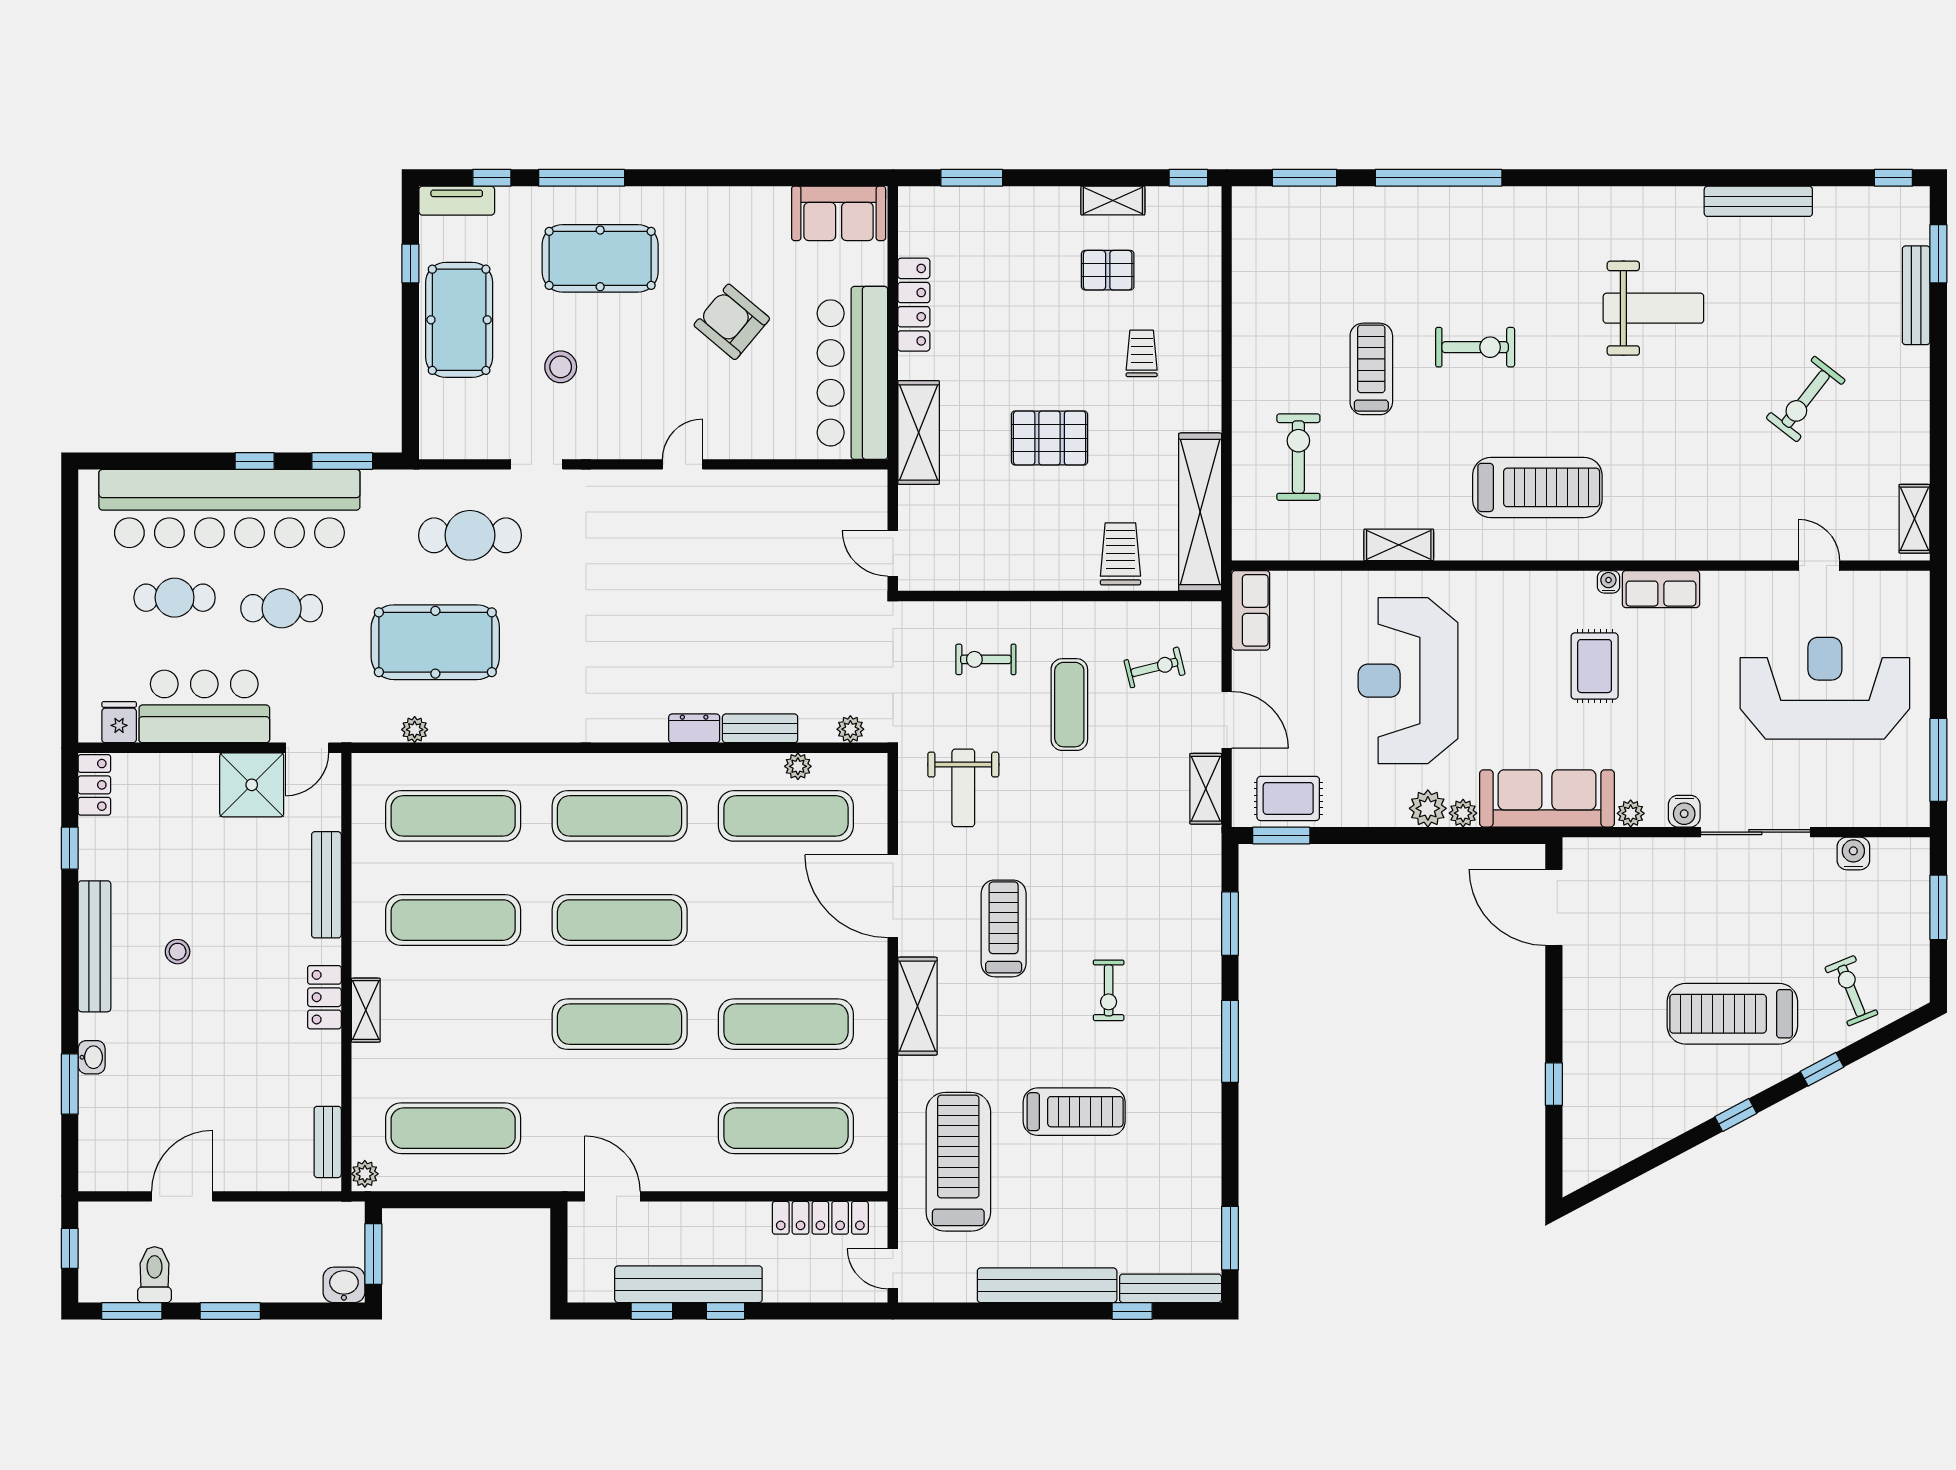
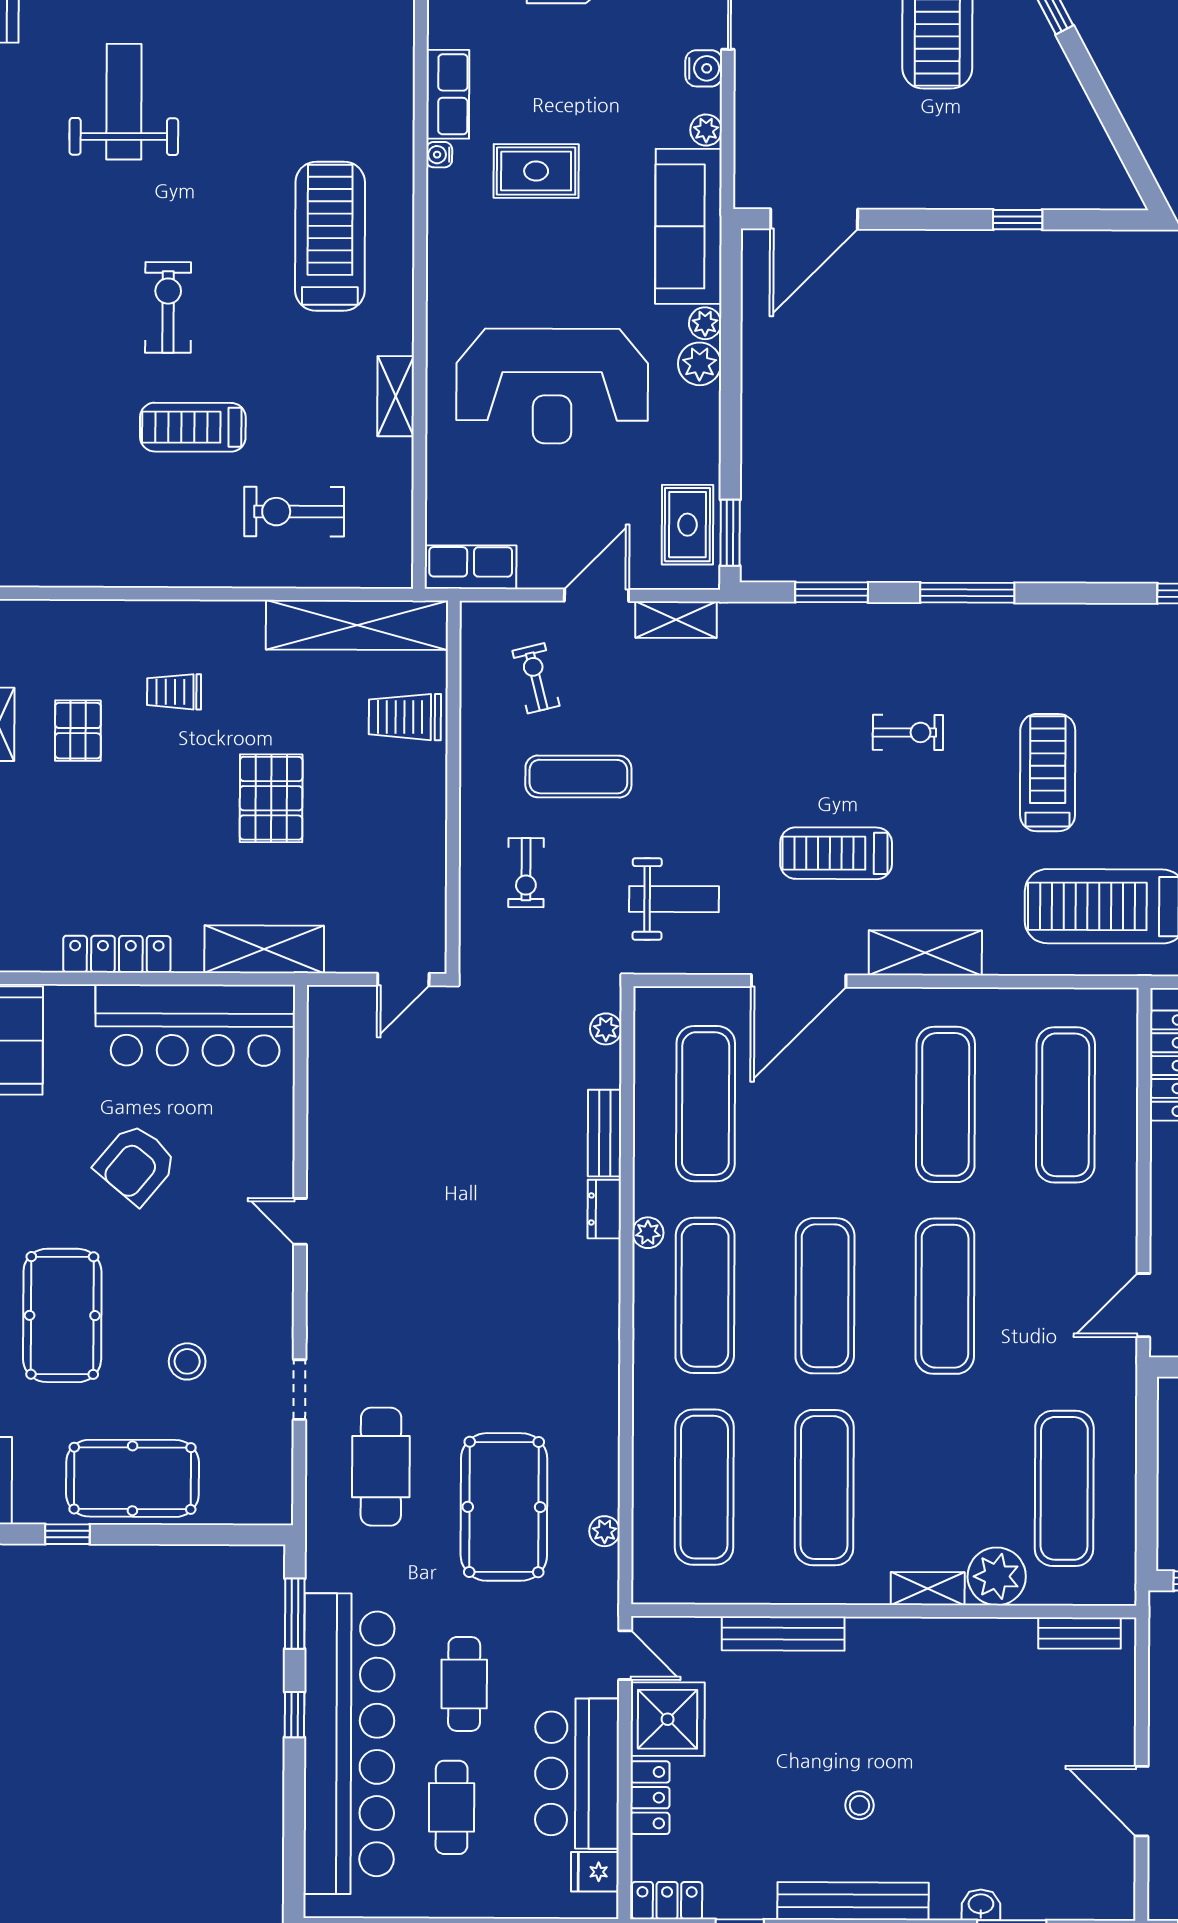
plant: (798, 766) -> (648, 1233), moved
locker: (324, 997) -> (650, 1798), moved, turned -90
plant: (365, 1174) -> (997, 1576), moved, width x1.88, depth x1.88

